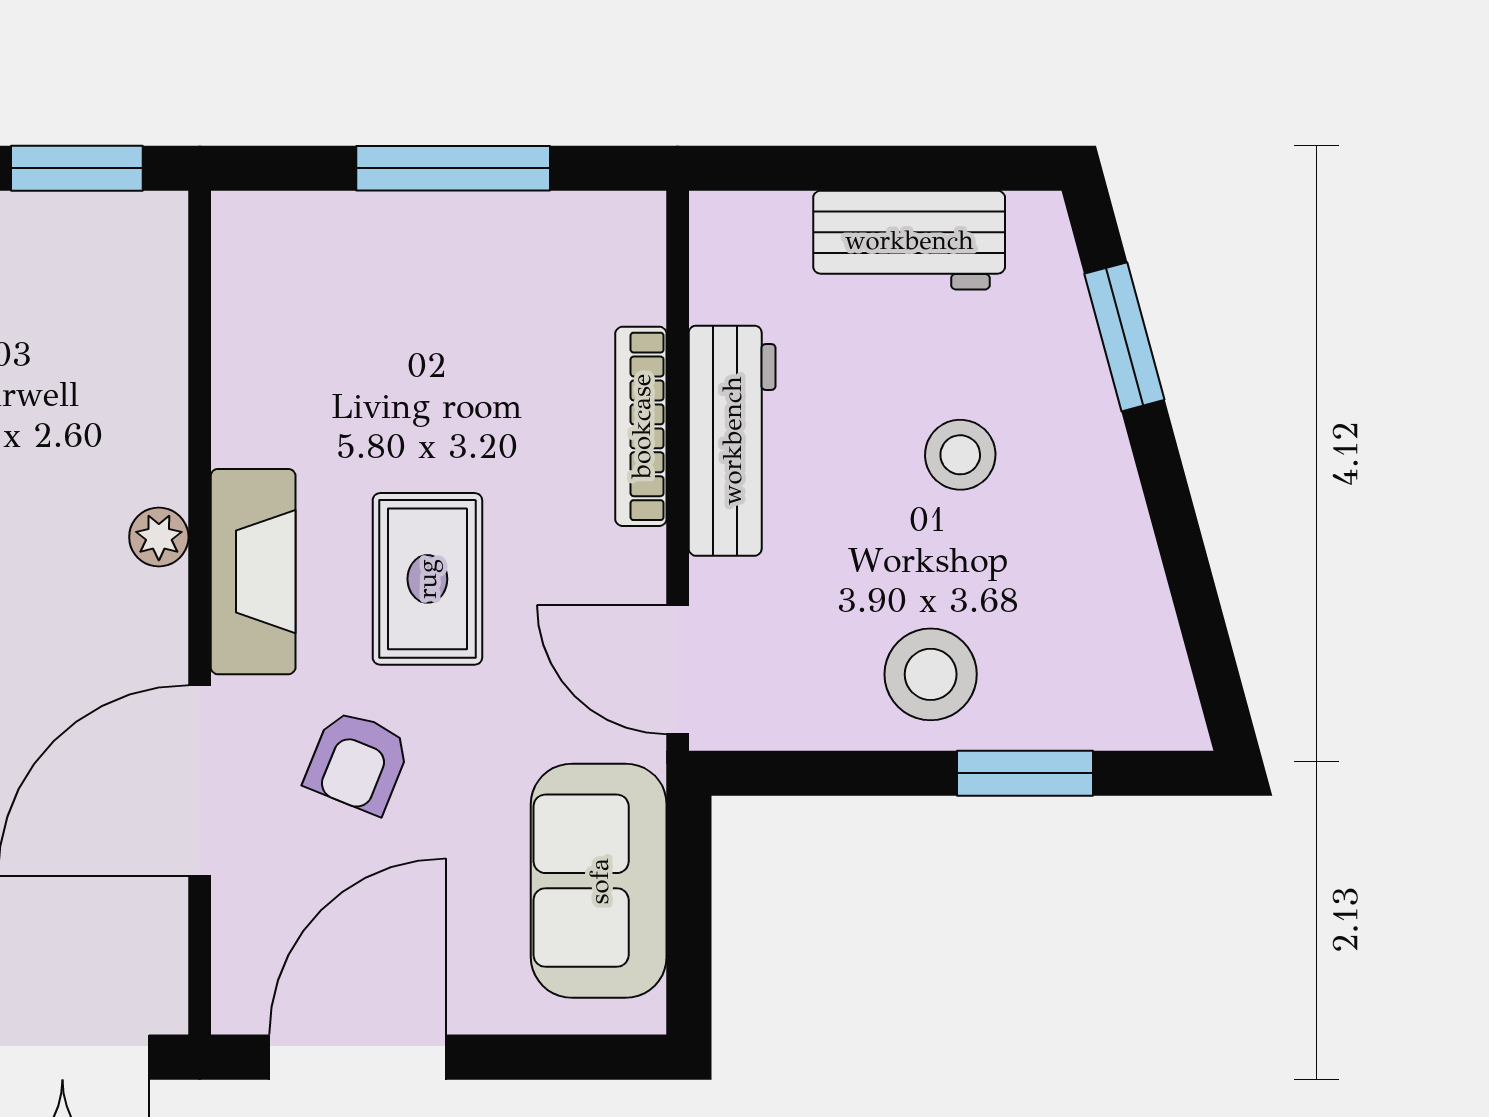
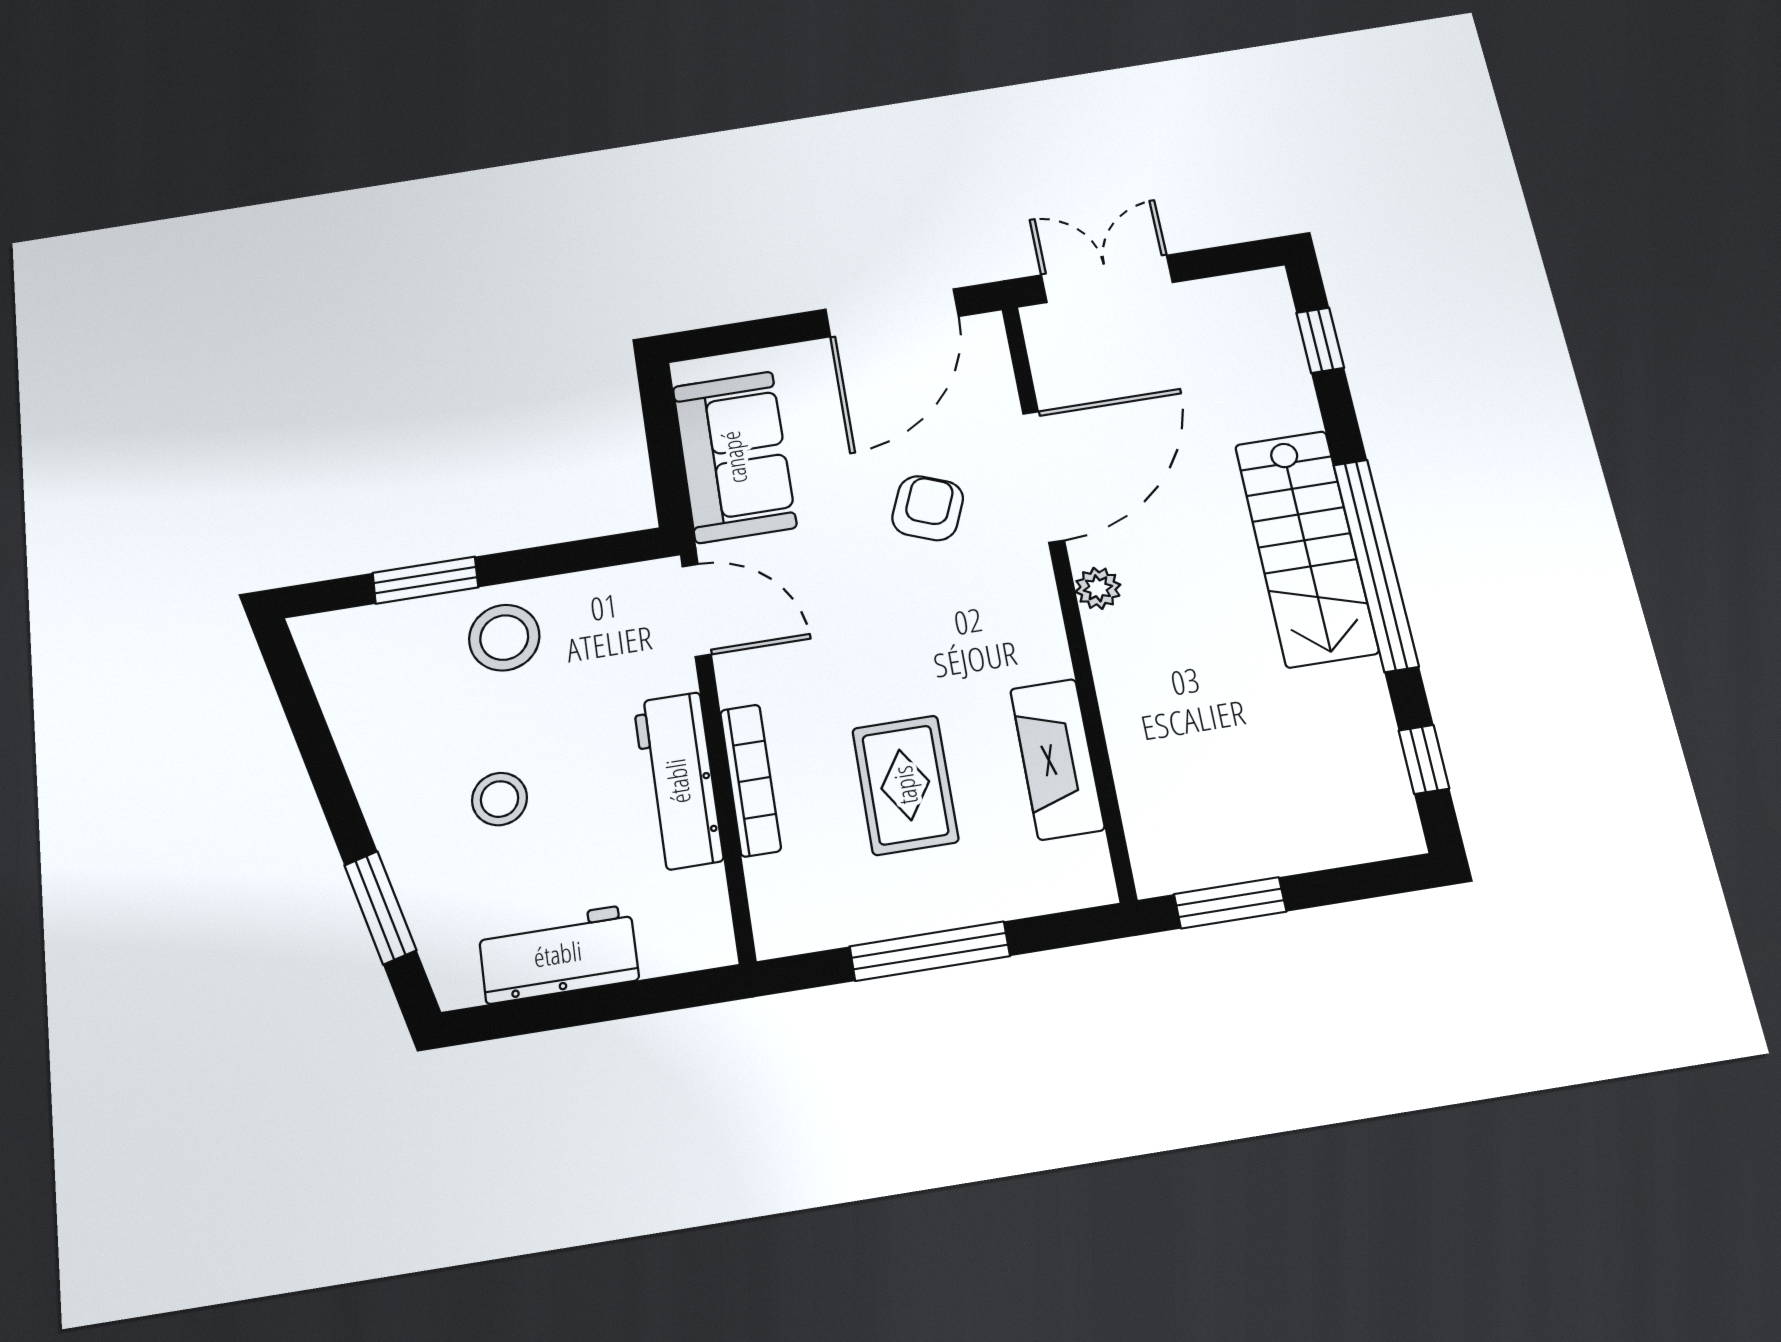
plant: (159, 537) -> (1098, 588), moved
fireplace: (253, 572) -> (1057, 759), moved
rug: (427, 579) -> (905, 785), moved

